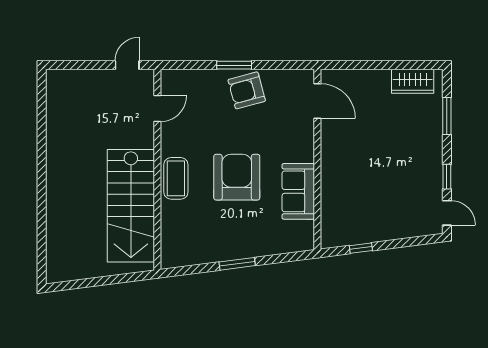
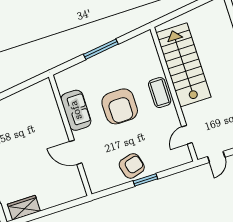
door: (317, 101) -> (76, 152), moved
window: (361, 248) -> (22, 86), removed
window: (237, 264) -> (101, 49), width x1.44

